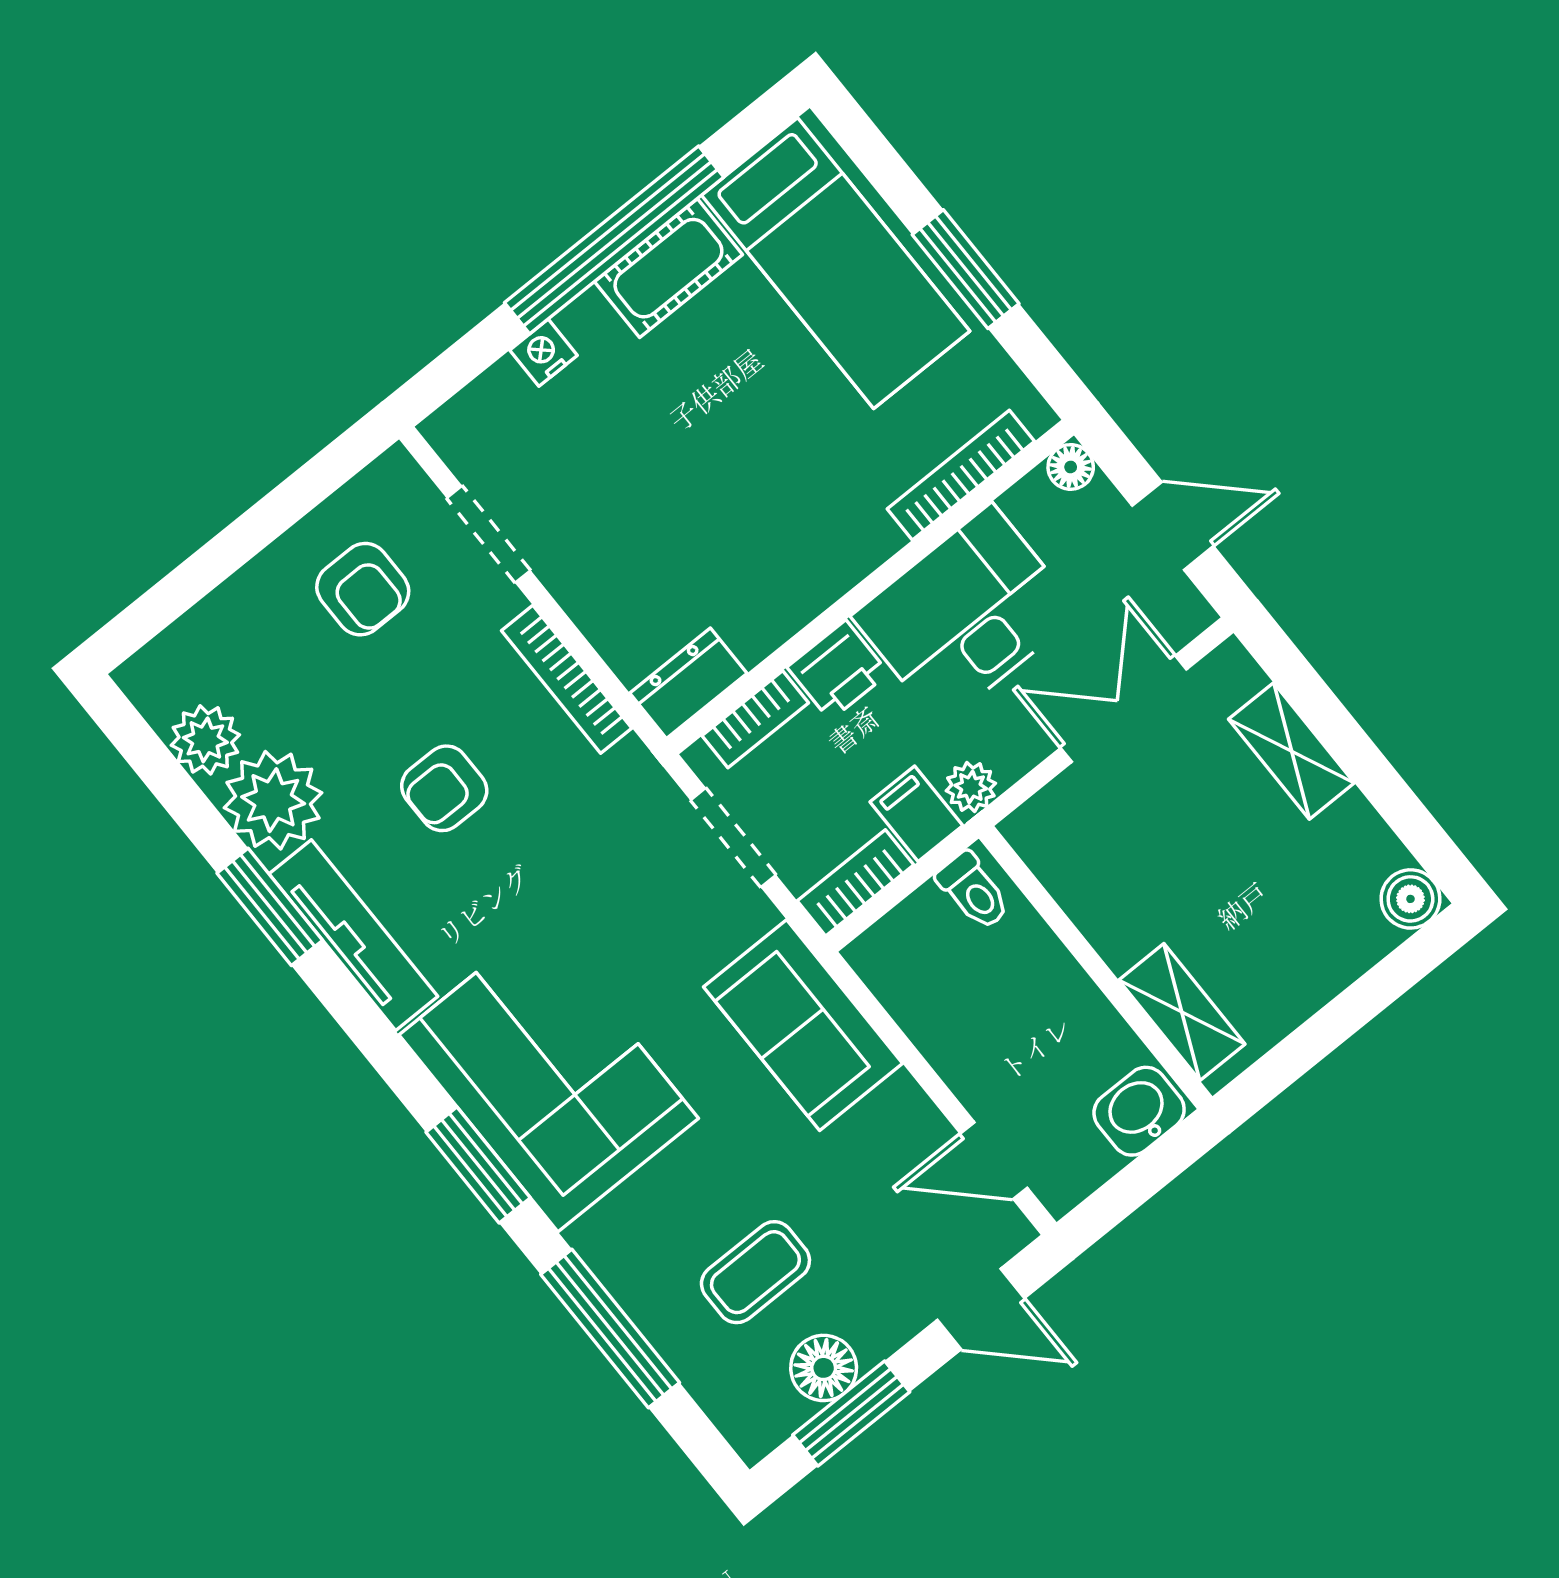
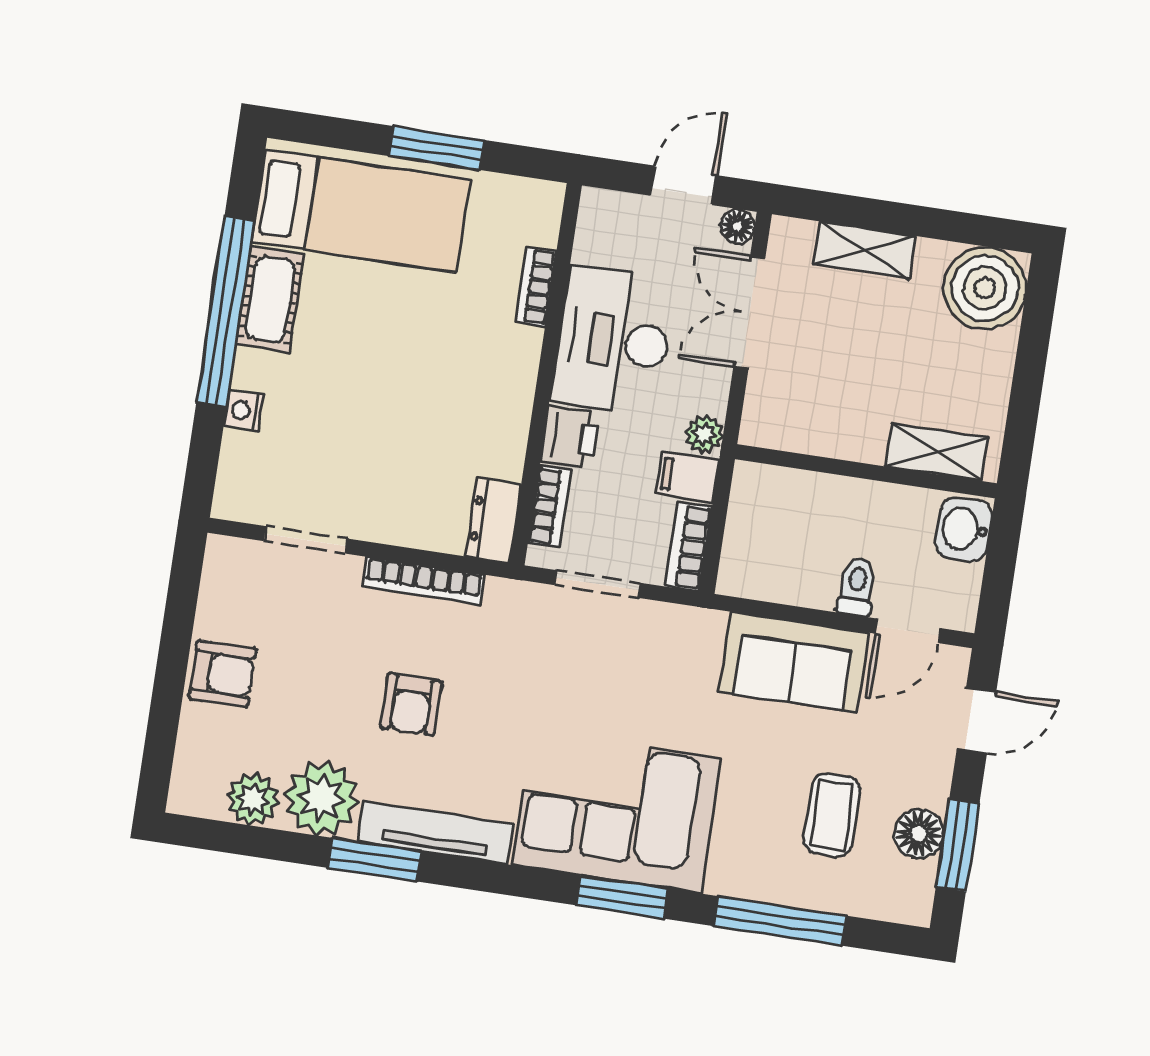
floor lamp: (1071, 467) -> (738, 226), moved
bookcase: (961, 475) -> (536, 287), width x0.64
armchair: (363, 589) -> (222, 674), moved
toilet: (973, 891) -> (857, 587), moved, turned -90
boiler: (1410, 899) -> (985, 288), width x1.86, depth x1.86
sofa: (803, 1025) -> (794, 662), moved

